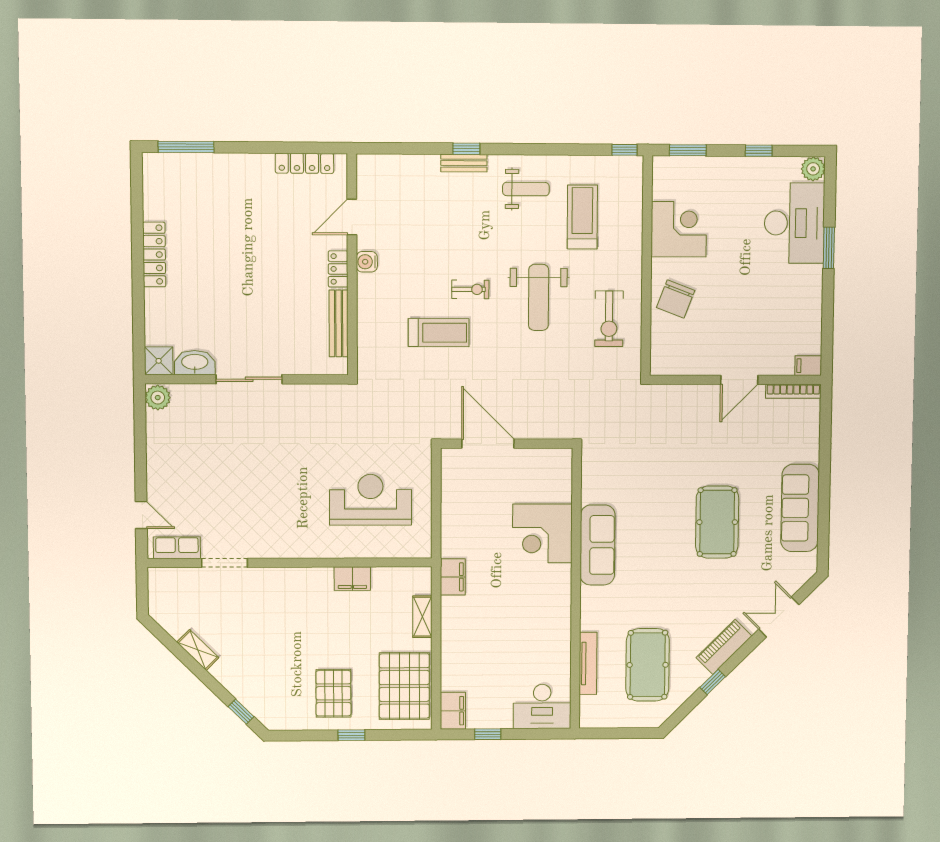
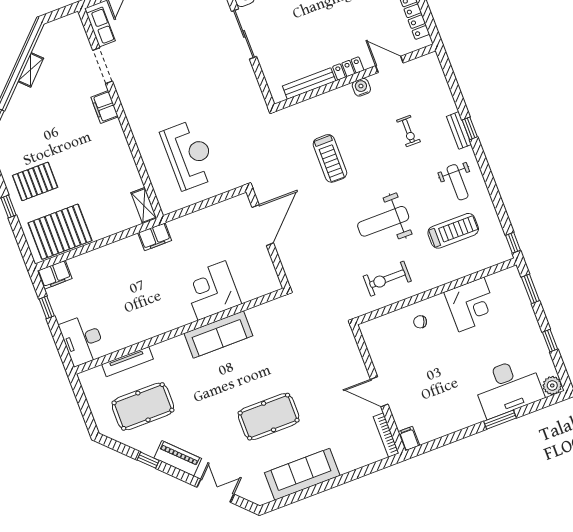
exercise bike: (470, 289) -> (408, 131), moved
chair: (676, 299) -> (420, 322), width x0.54, depth x0.54
filing cabinet: (352, 579) -> (105, 107), moved
shelving: (422, 617) -> (144, 205), moved, turned 90

